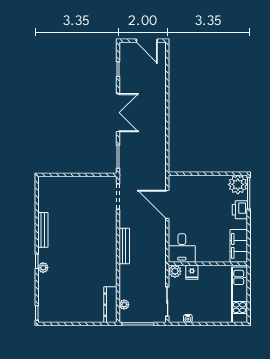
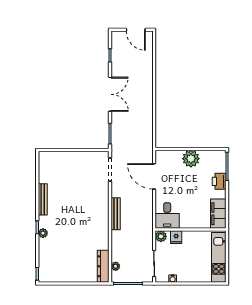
plant: (238, 184) -> (191, 159), moved

